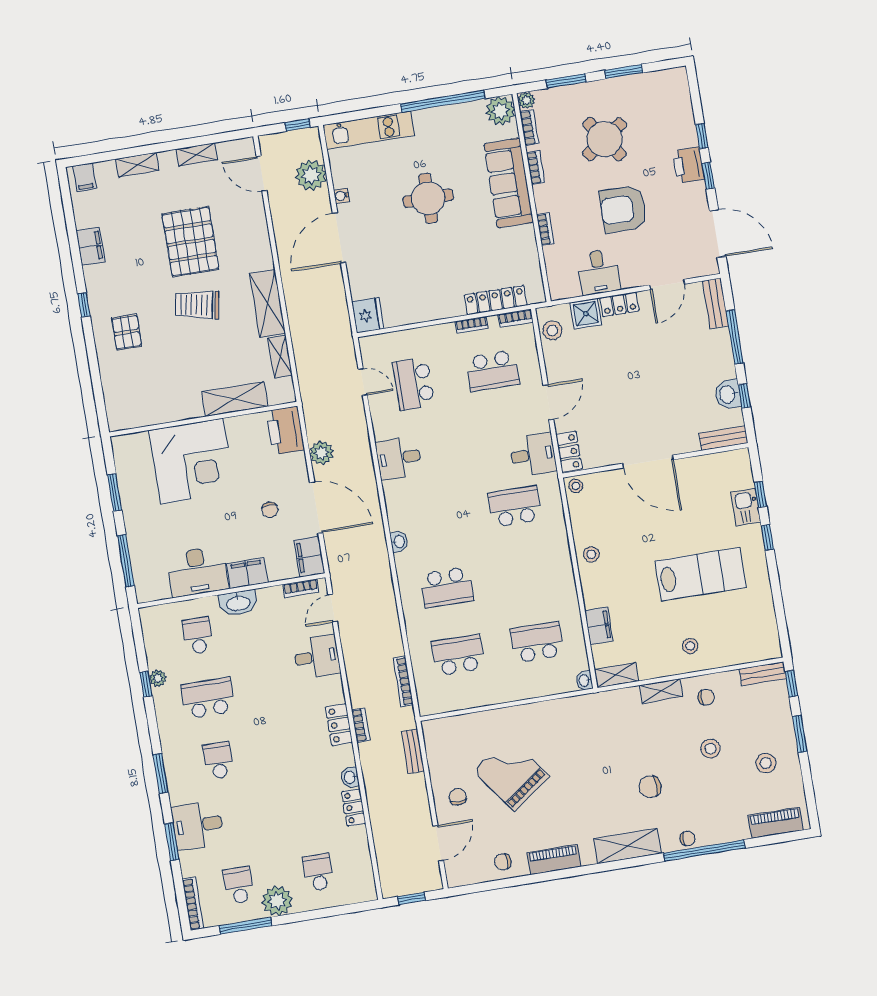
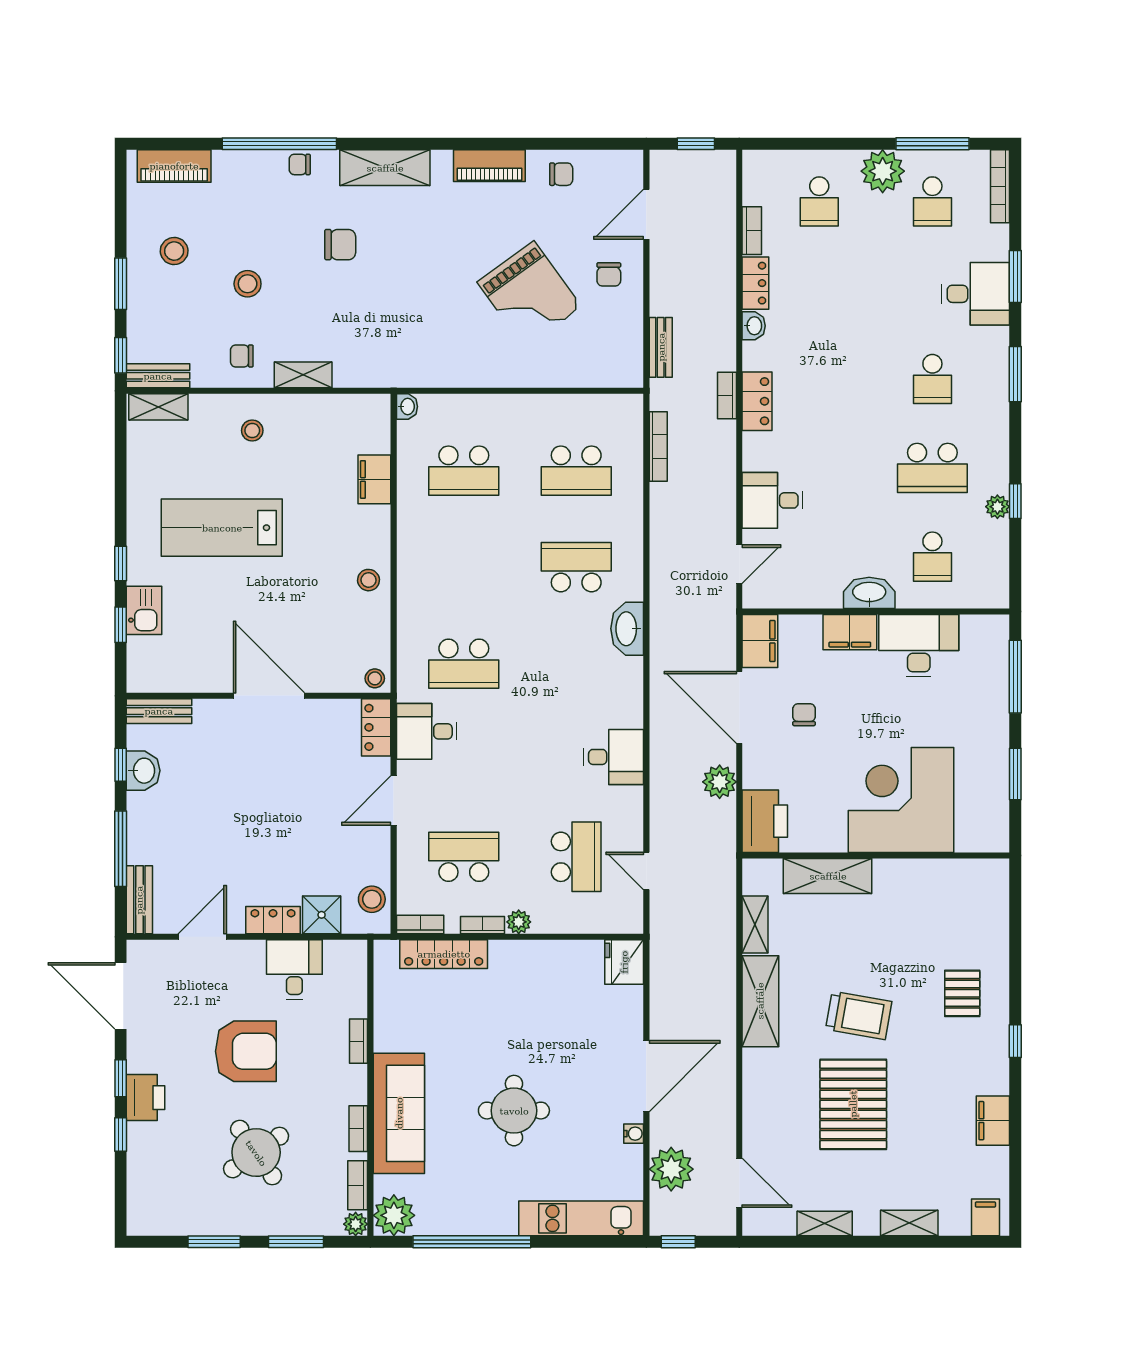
plant: (446, 331) -> (519, 922), added
washbasin: (399, 541) -> (627, 629), width x1.91, depth x1.45
bookcase: (301, 588) -> (752, 231), moved, turned 90
shelving: (616, 675) -> (158, 407), moved

